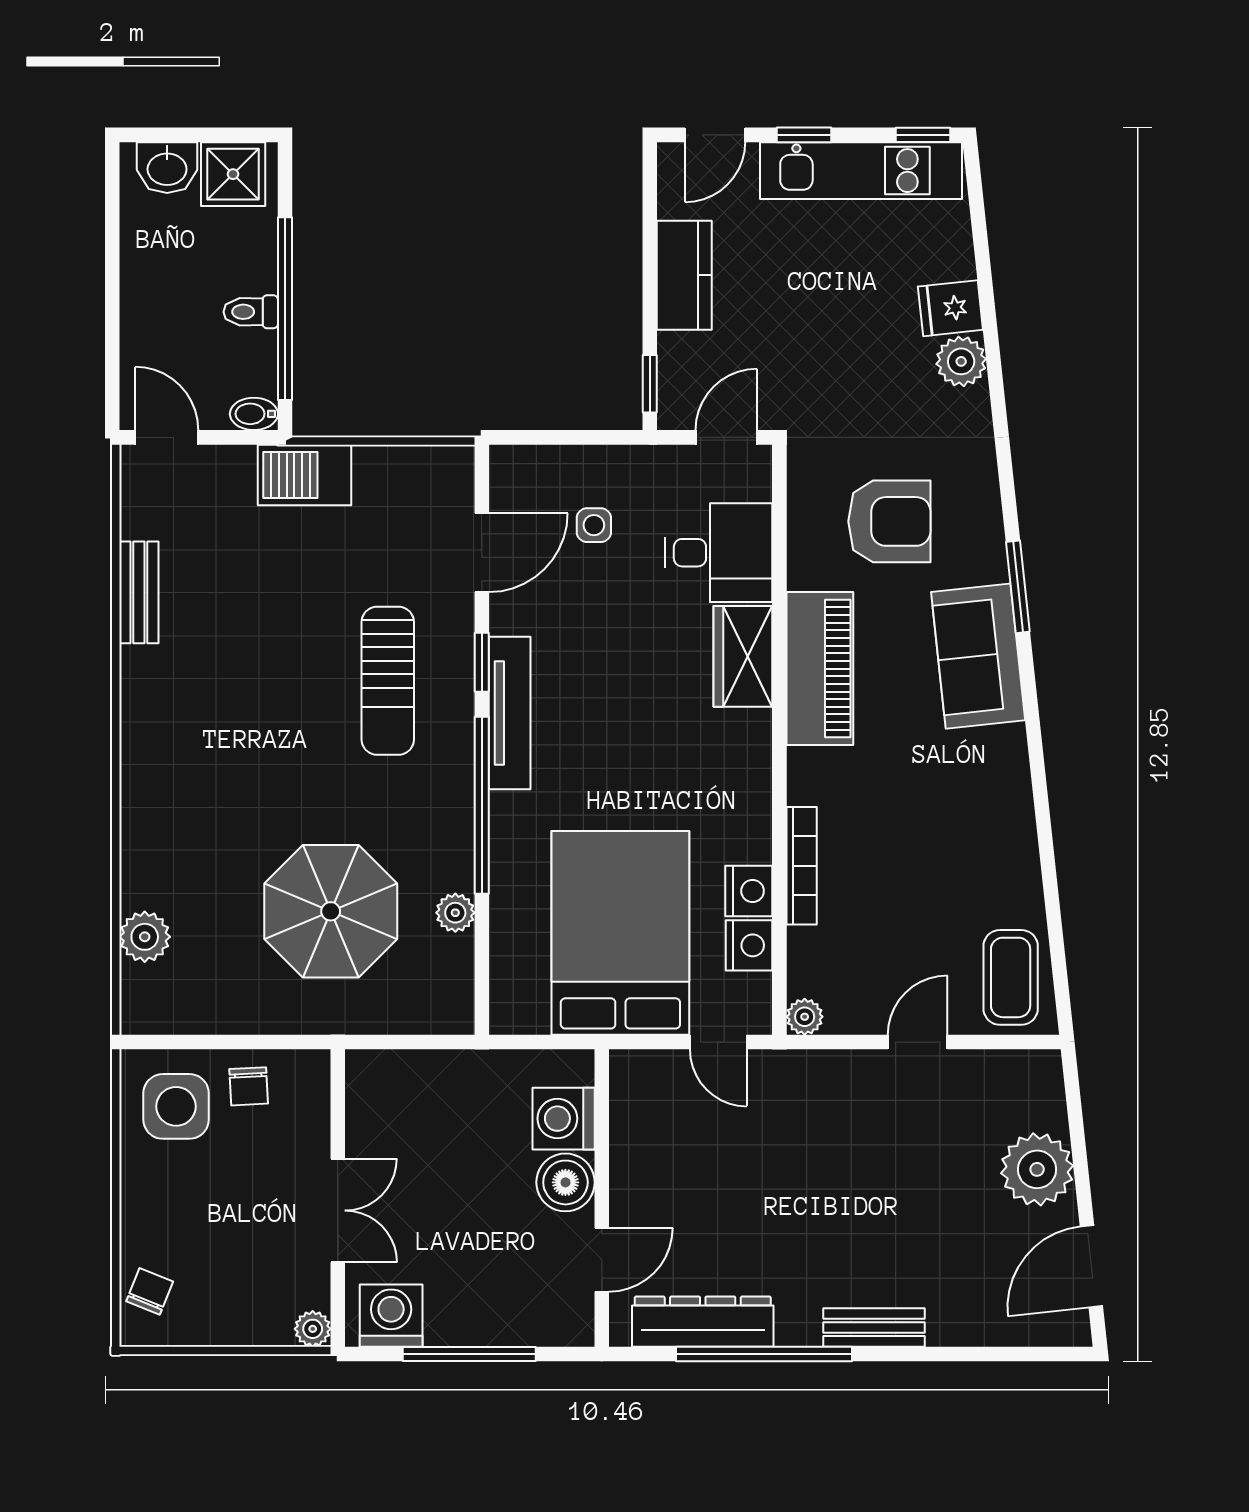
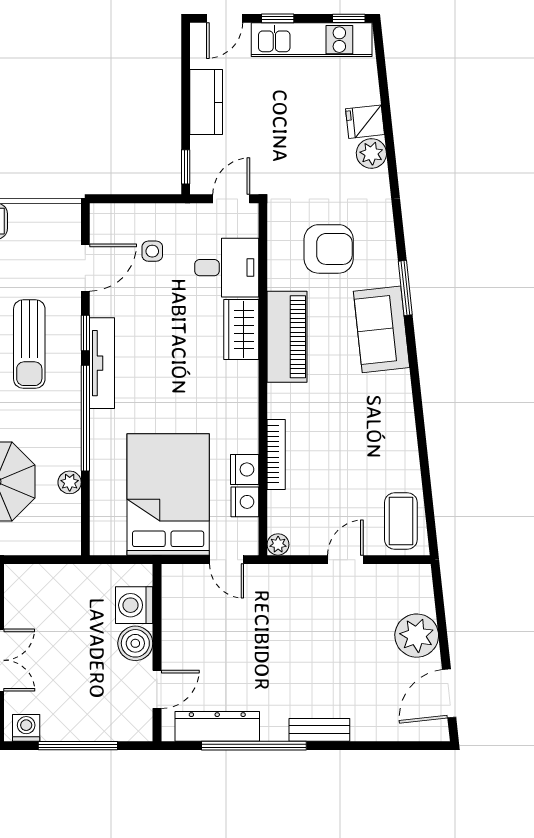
washing machine: (391, 1316) -> (26, 728), width x0.73, depth x0.73

